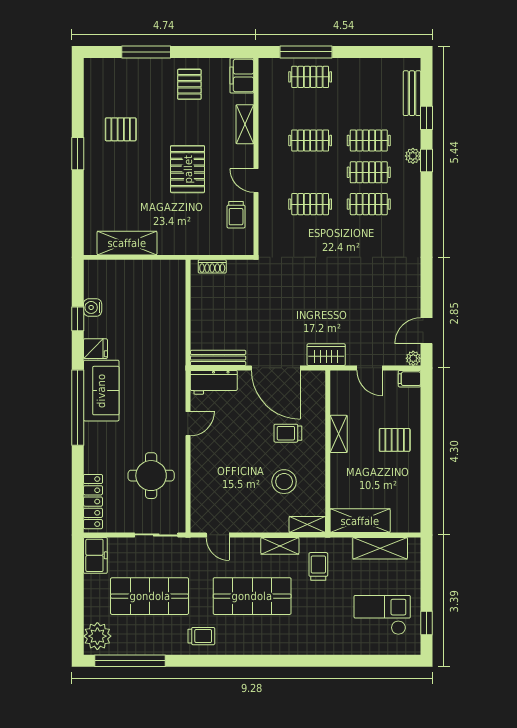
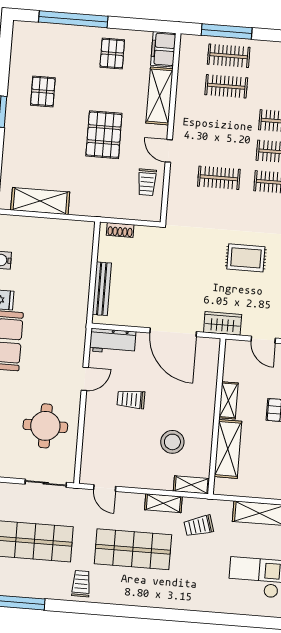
window: (146, 52) -> (73, 19), width x1.46
shelving: (245, 124) -> (160, 96), width x1.50, depth x1.33
pallet: (121, 129) -> (43, 91), turned 90
clothes rail: (310, 140) -> (226, 86), moved
rug: (345, 285) -> (246, 258), added
bench: (218, 358) -> (102, 289), moved, turned 90
trolley: (288, 433) -> (131, 399), moved
shelving: (360, 521) -> (228, 449), moved, turned 90
trolley: (318, 566) -> (199, 526), turned -107
trolley: (201, 636) -> (81, 584), turned -90

